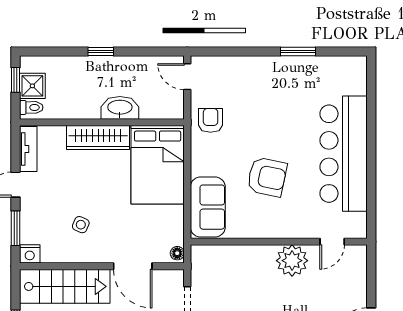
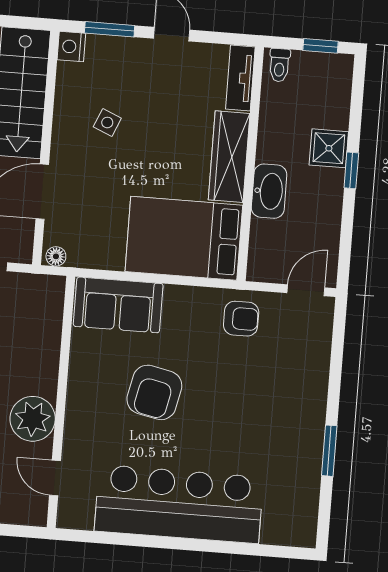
shower: (32, 86) -> (329, 148), moved
tv unit: (28, 149) -> (240, 78), moved, turned 90

